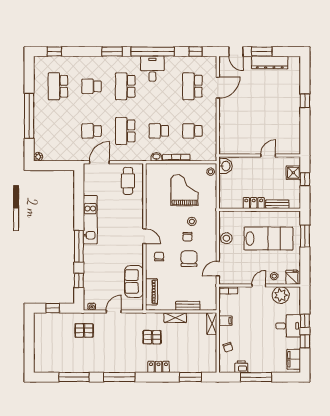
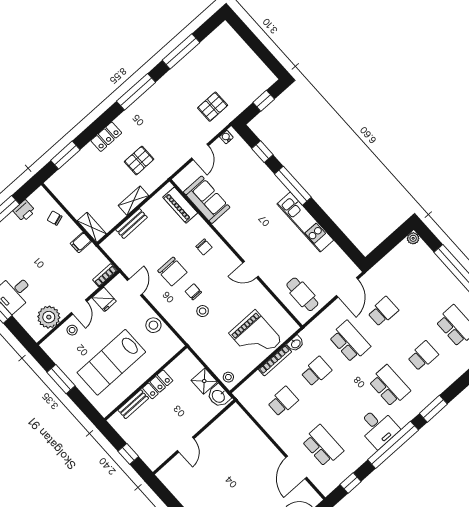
shower: (293, 173) -> (204, 381), moved
grand piano: (184, 190) -> (256, 337), moved
door: (144, 236) -> (251, 269), moved
window: (305, 236) -> (61, 379), moved
fridge: (292, 277) -> (104, 299), moved

